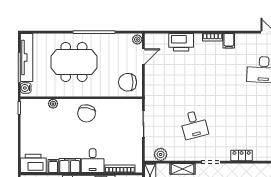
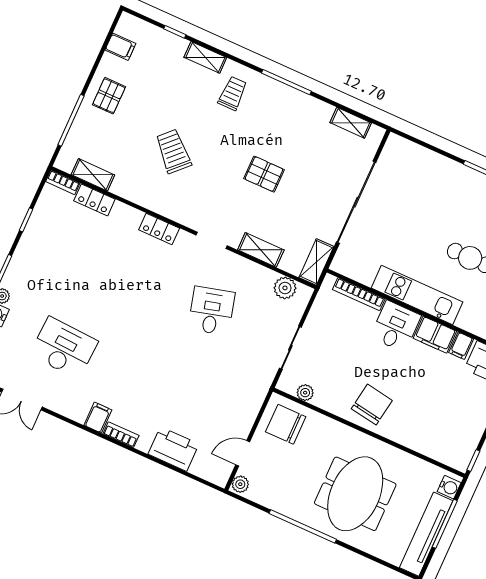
meeting table: (74, 62) -> (355, 494), turned 90
chair: (128, 82) -> (286, 424), turned 180
plant: (53, 104) -> (305, 393), moved

